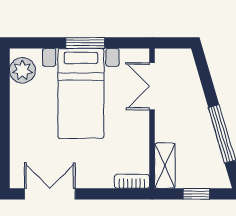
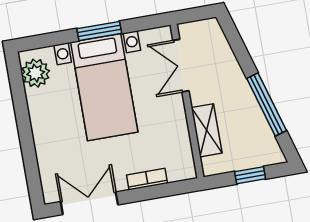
shelving: (165, 166) -> (207, 130), moved
bookcase: (132, 181) -> (147, 179), moved

